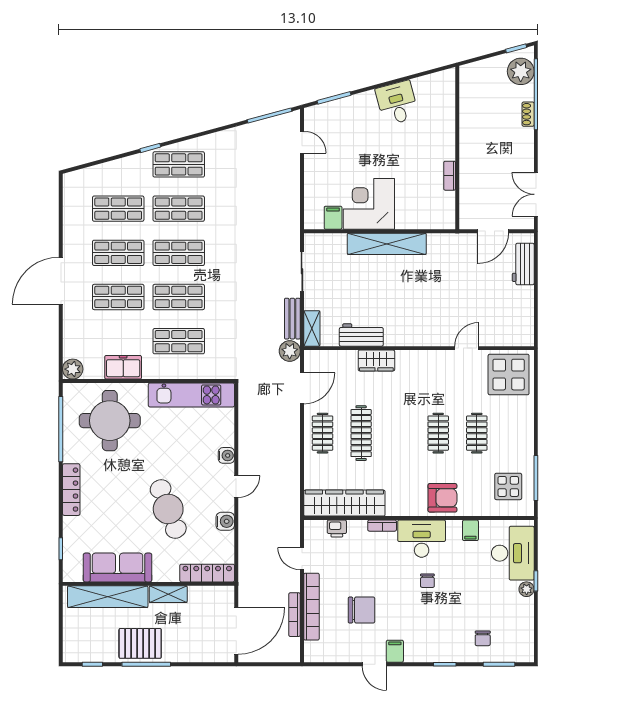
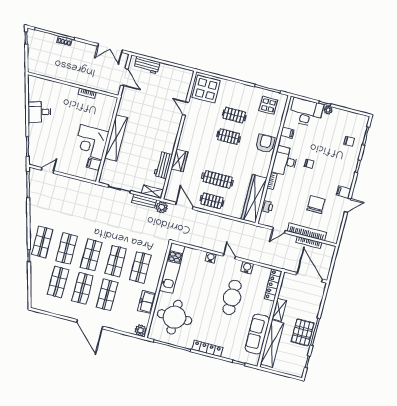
plant: (521, 71) -> (40, 39), removed
cafe table: (168, 509) -> (232, 297), turned -69

